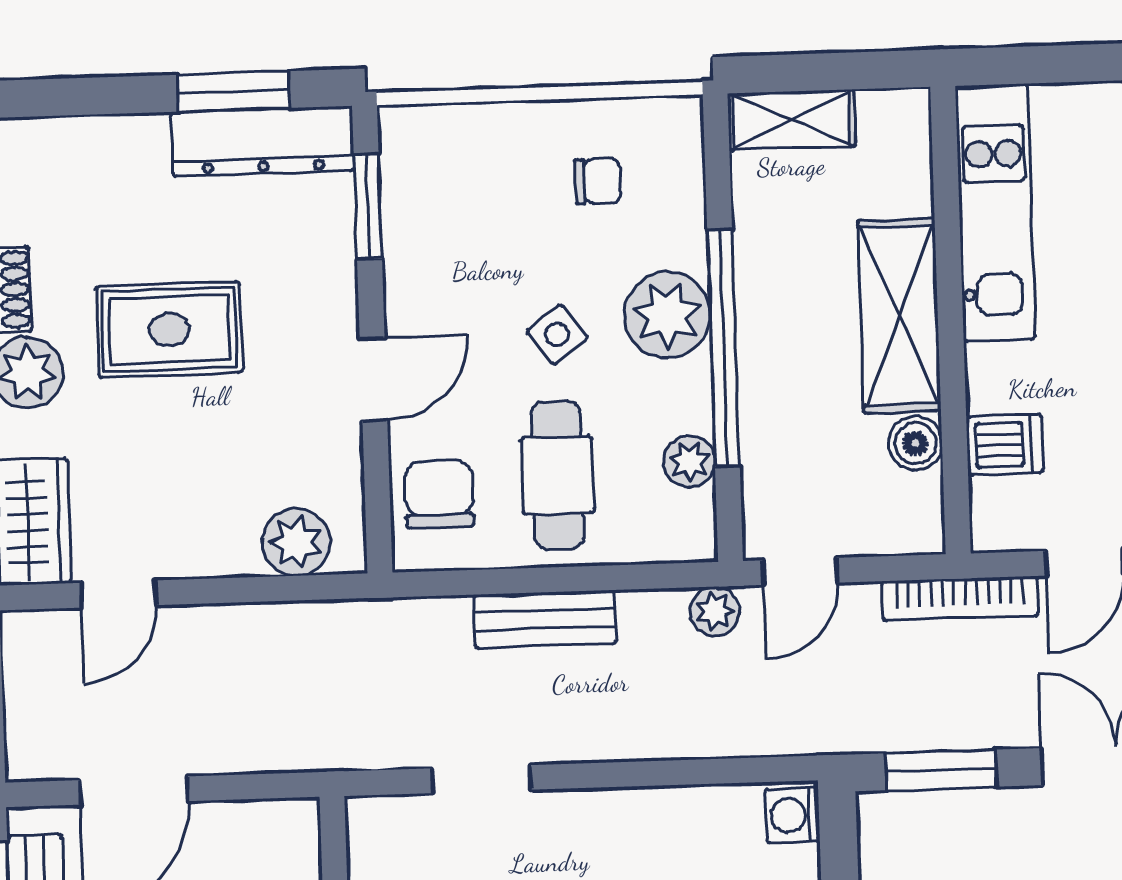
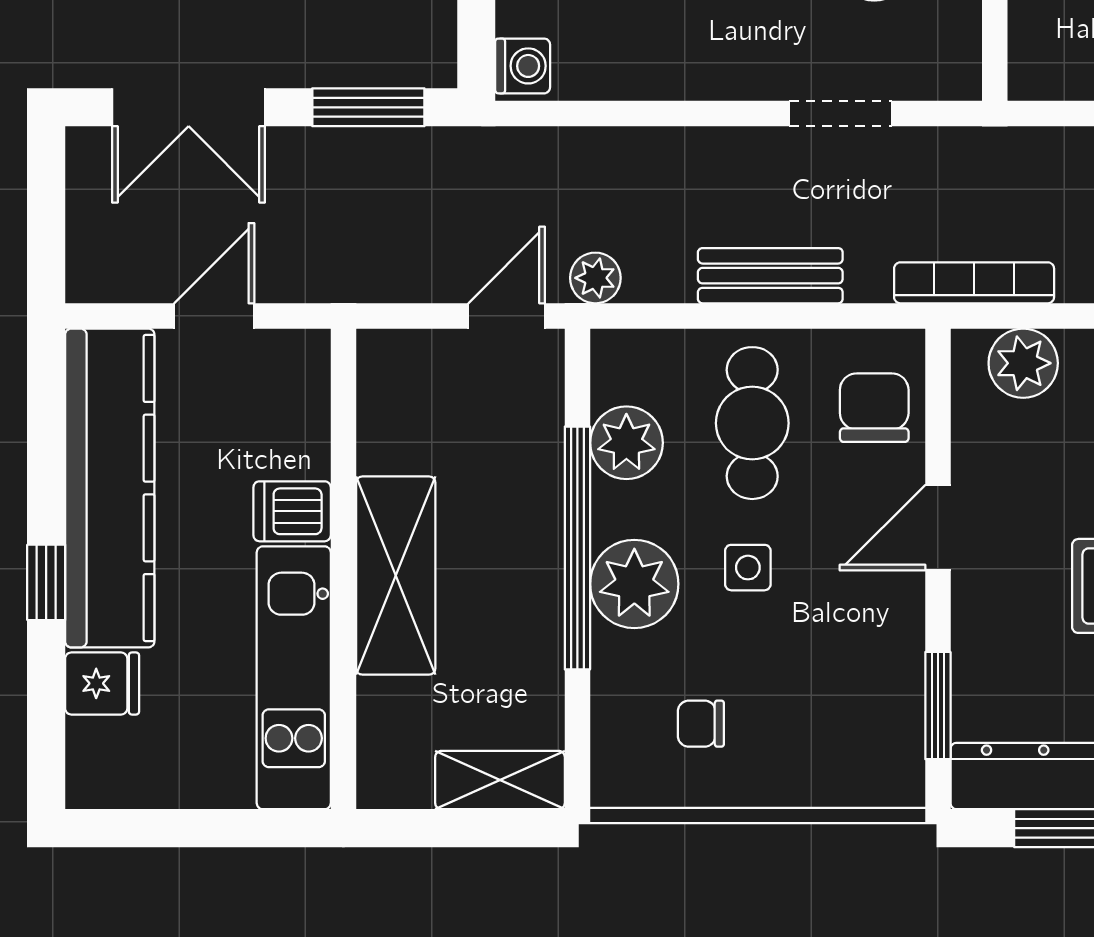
side table: (557, 334) -> (748, 568), turned 37
boiler: (915, 443) -> (384, 444), removed
dishwasher: (1005, 445) -> (292, 511), moved
plant: (689, 461) -> (626, 443), width x1.38, depth x1.38
chair: (439, 494) -> (874, 408), turned 180
bookcase: (960, 598) -> (974, 283), moved

